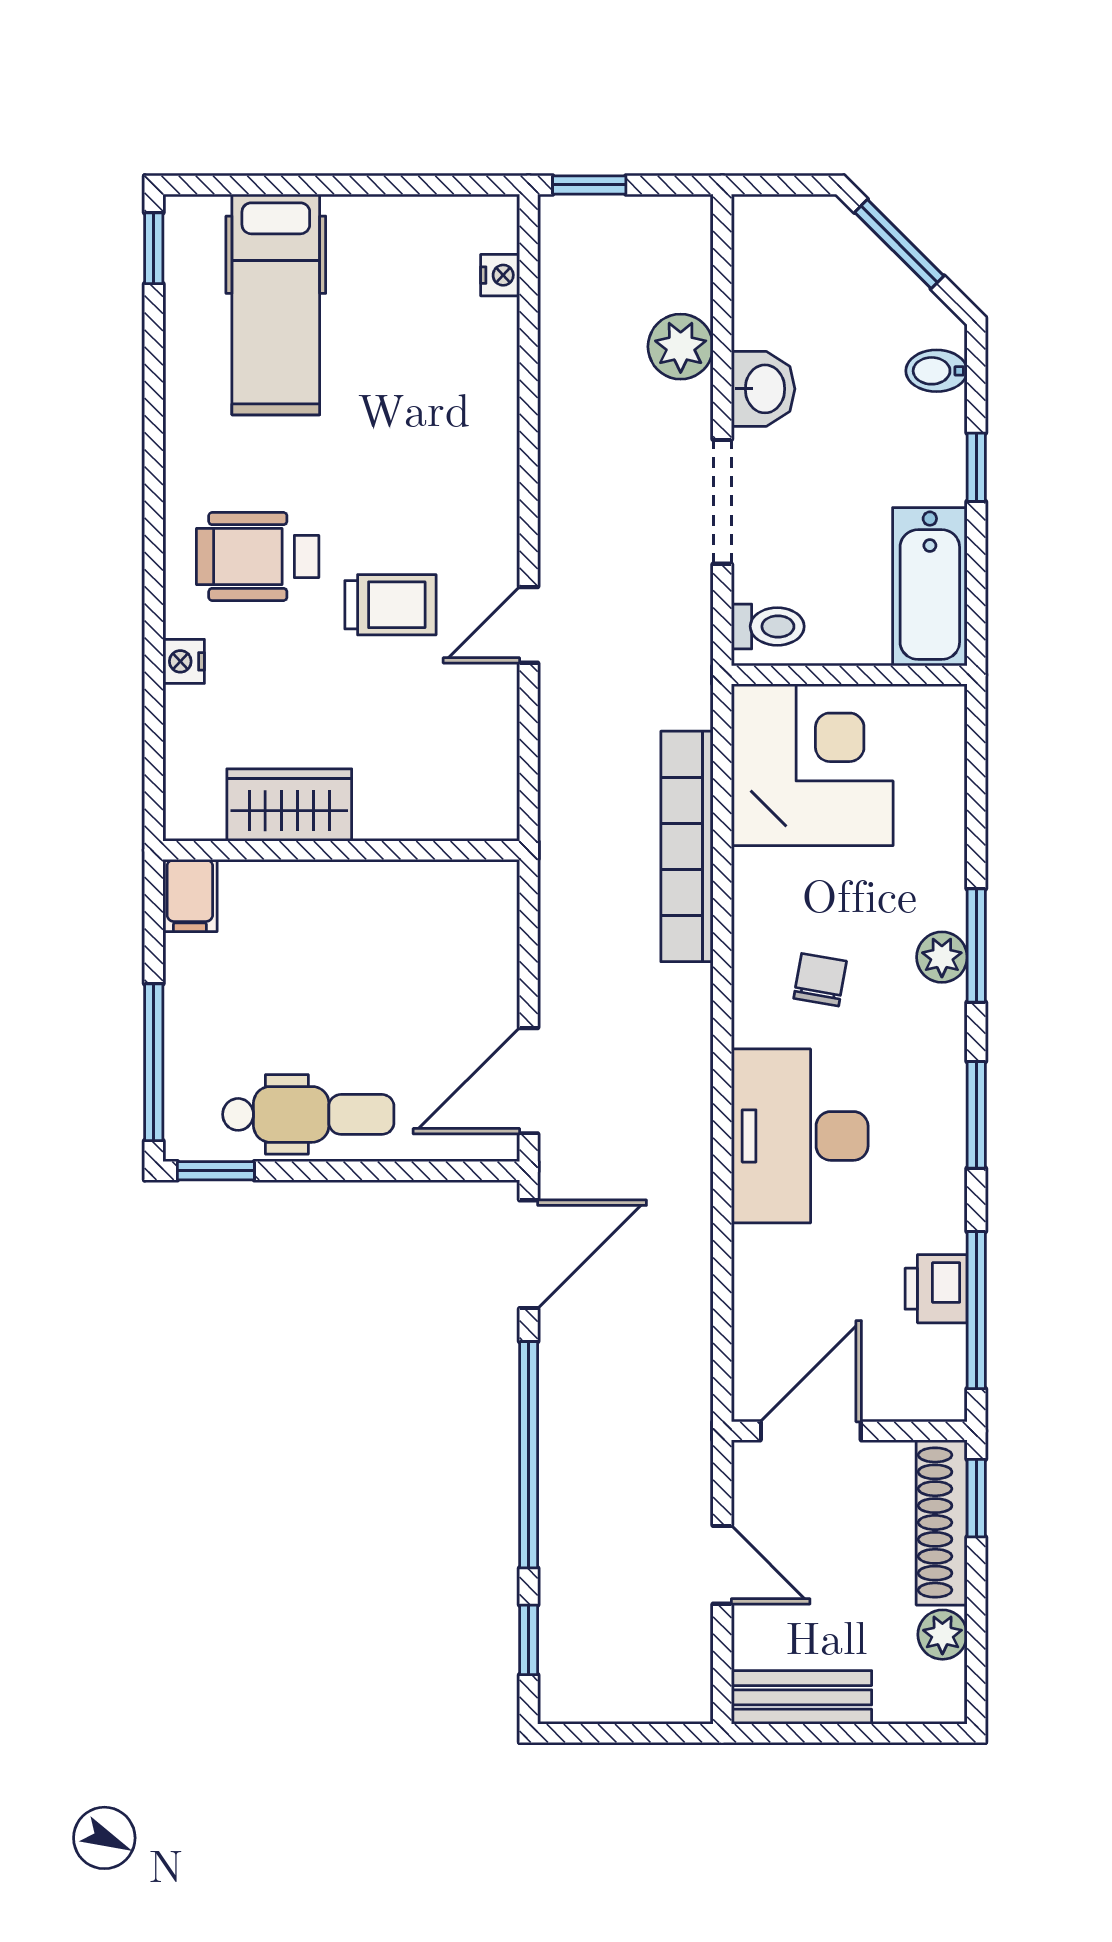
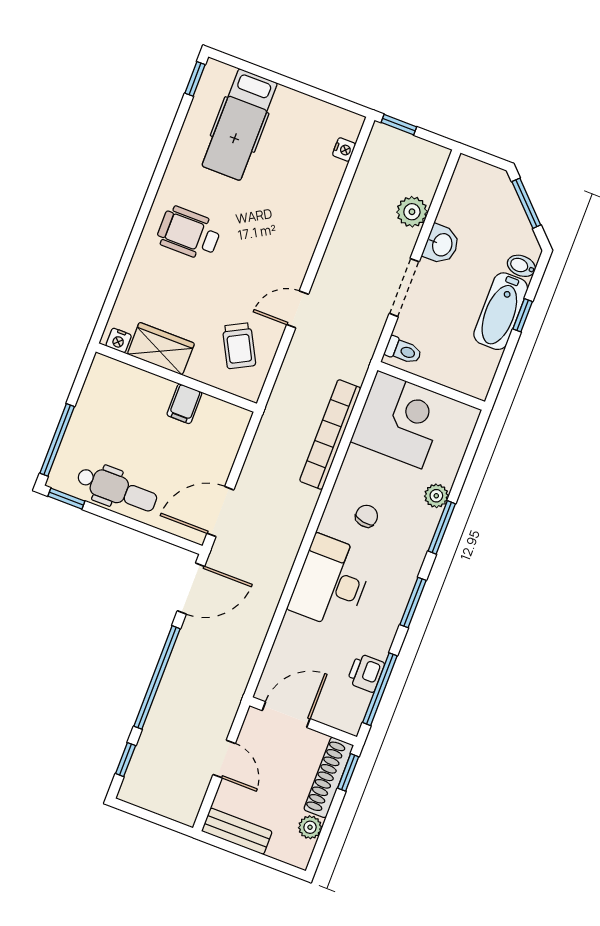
bathtub: (930, 587) -> (501, 311), moved
trolley: (390, 605) -> (239, 346), moved, turned 62
nightstand: (184, 661) -> (119, 340), moved, turned -90
filing cabinet: (190, 895) -> (184, 404), moved
plant: (942, 957) -> (436, 496), moved

